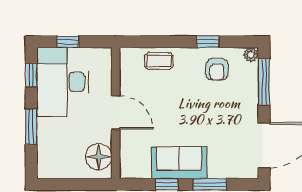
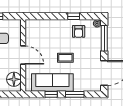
coffee table: (159, 61) -> (65, 58), moved
sofa: (179, 163) -> (52, 82), width x1.36

